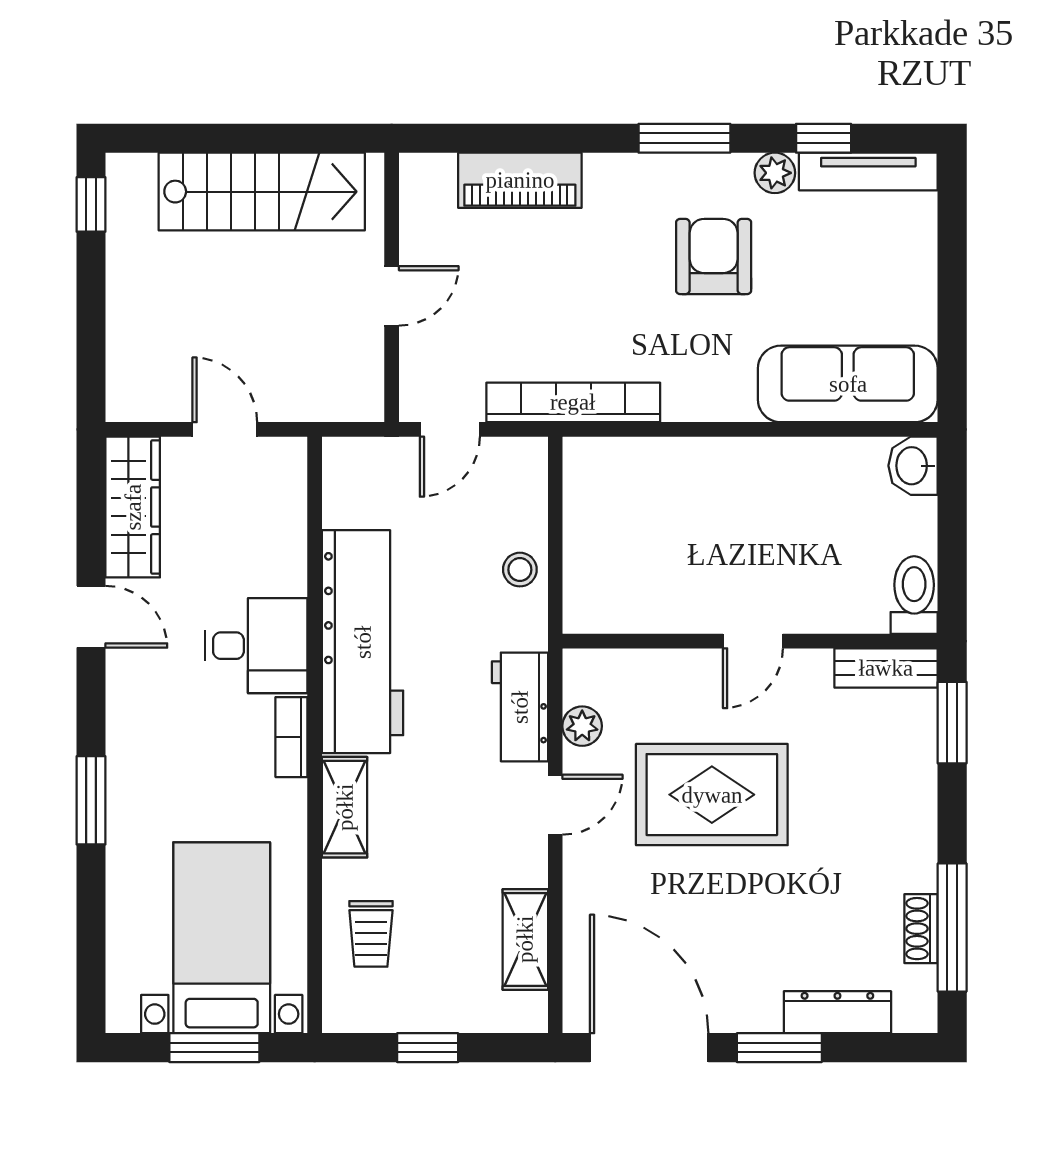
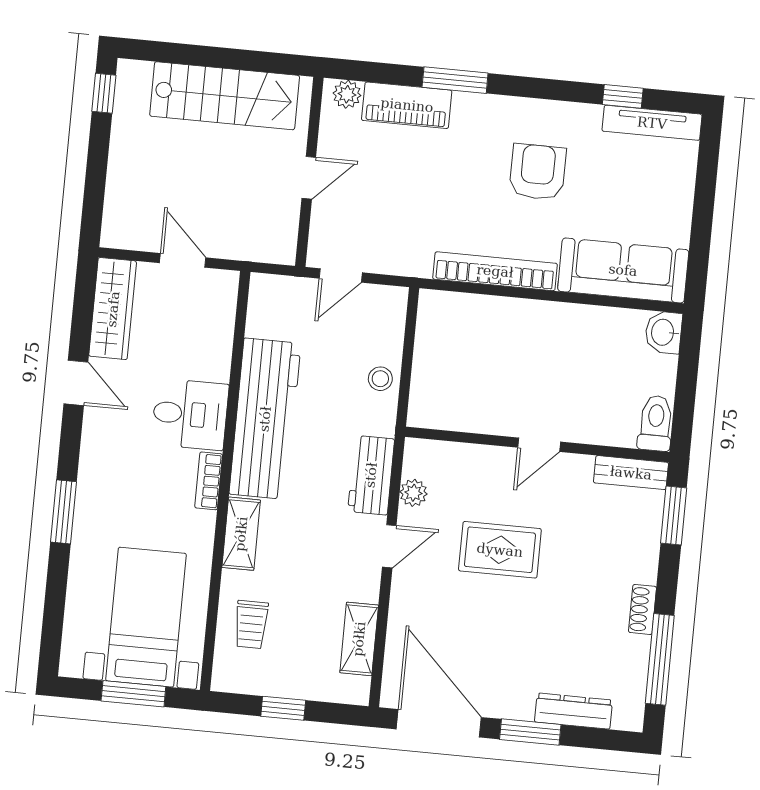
window: (684, 138) -> (455, 80), moved
plant: (775, 173) -> (347, 94), moved
bookcase: (573, 402) -> (495, 271), moved
rug: (712, 795) -> (500, 550), width x0.73, depth x0.70
shoe rack: (921, 929) -> (642, 609), moved

